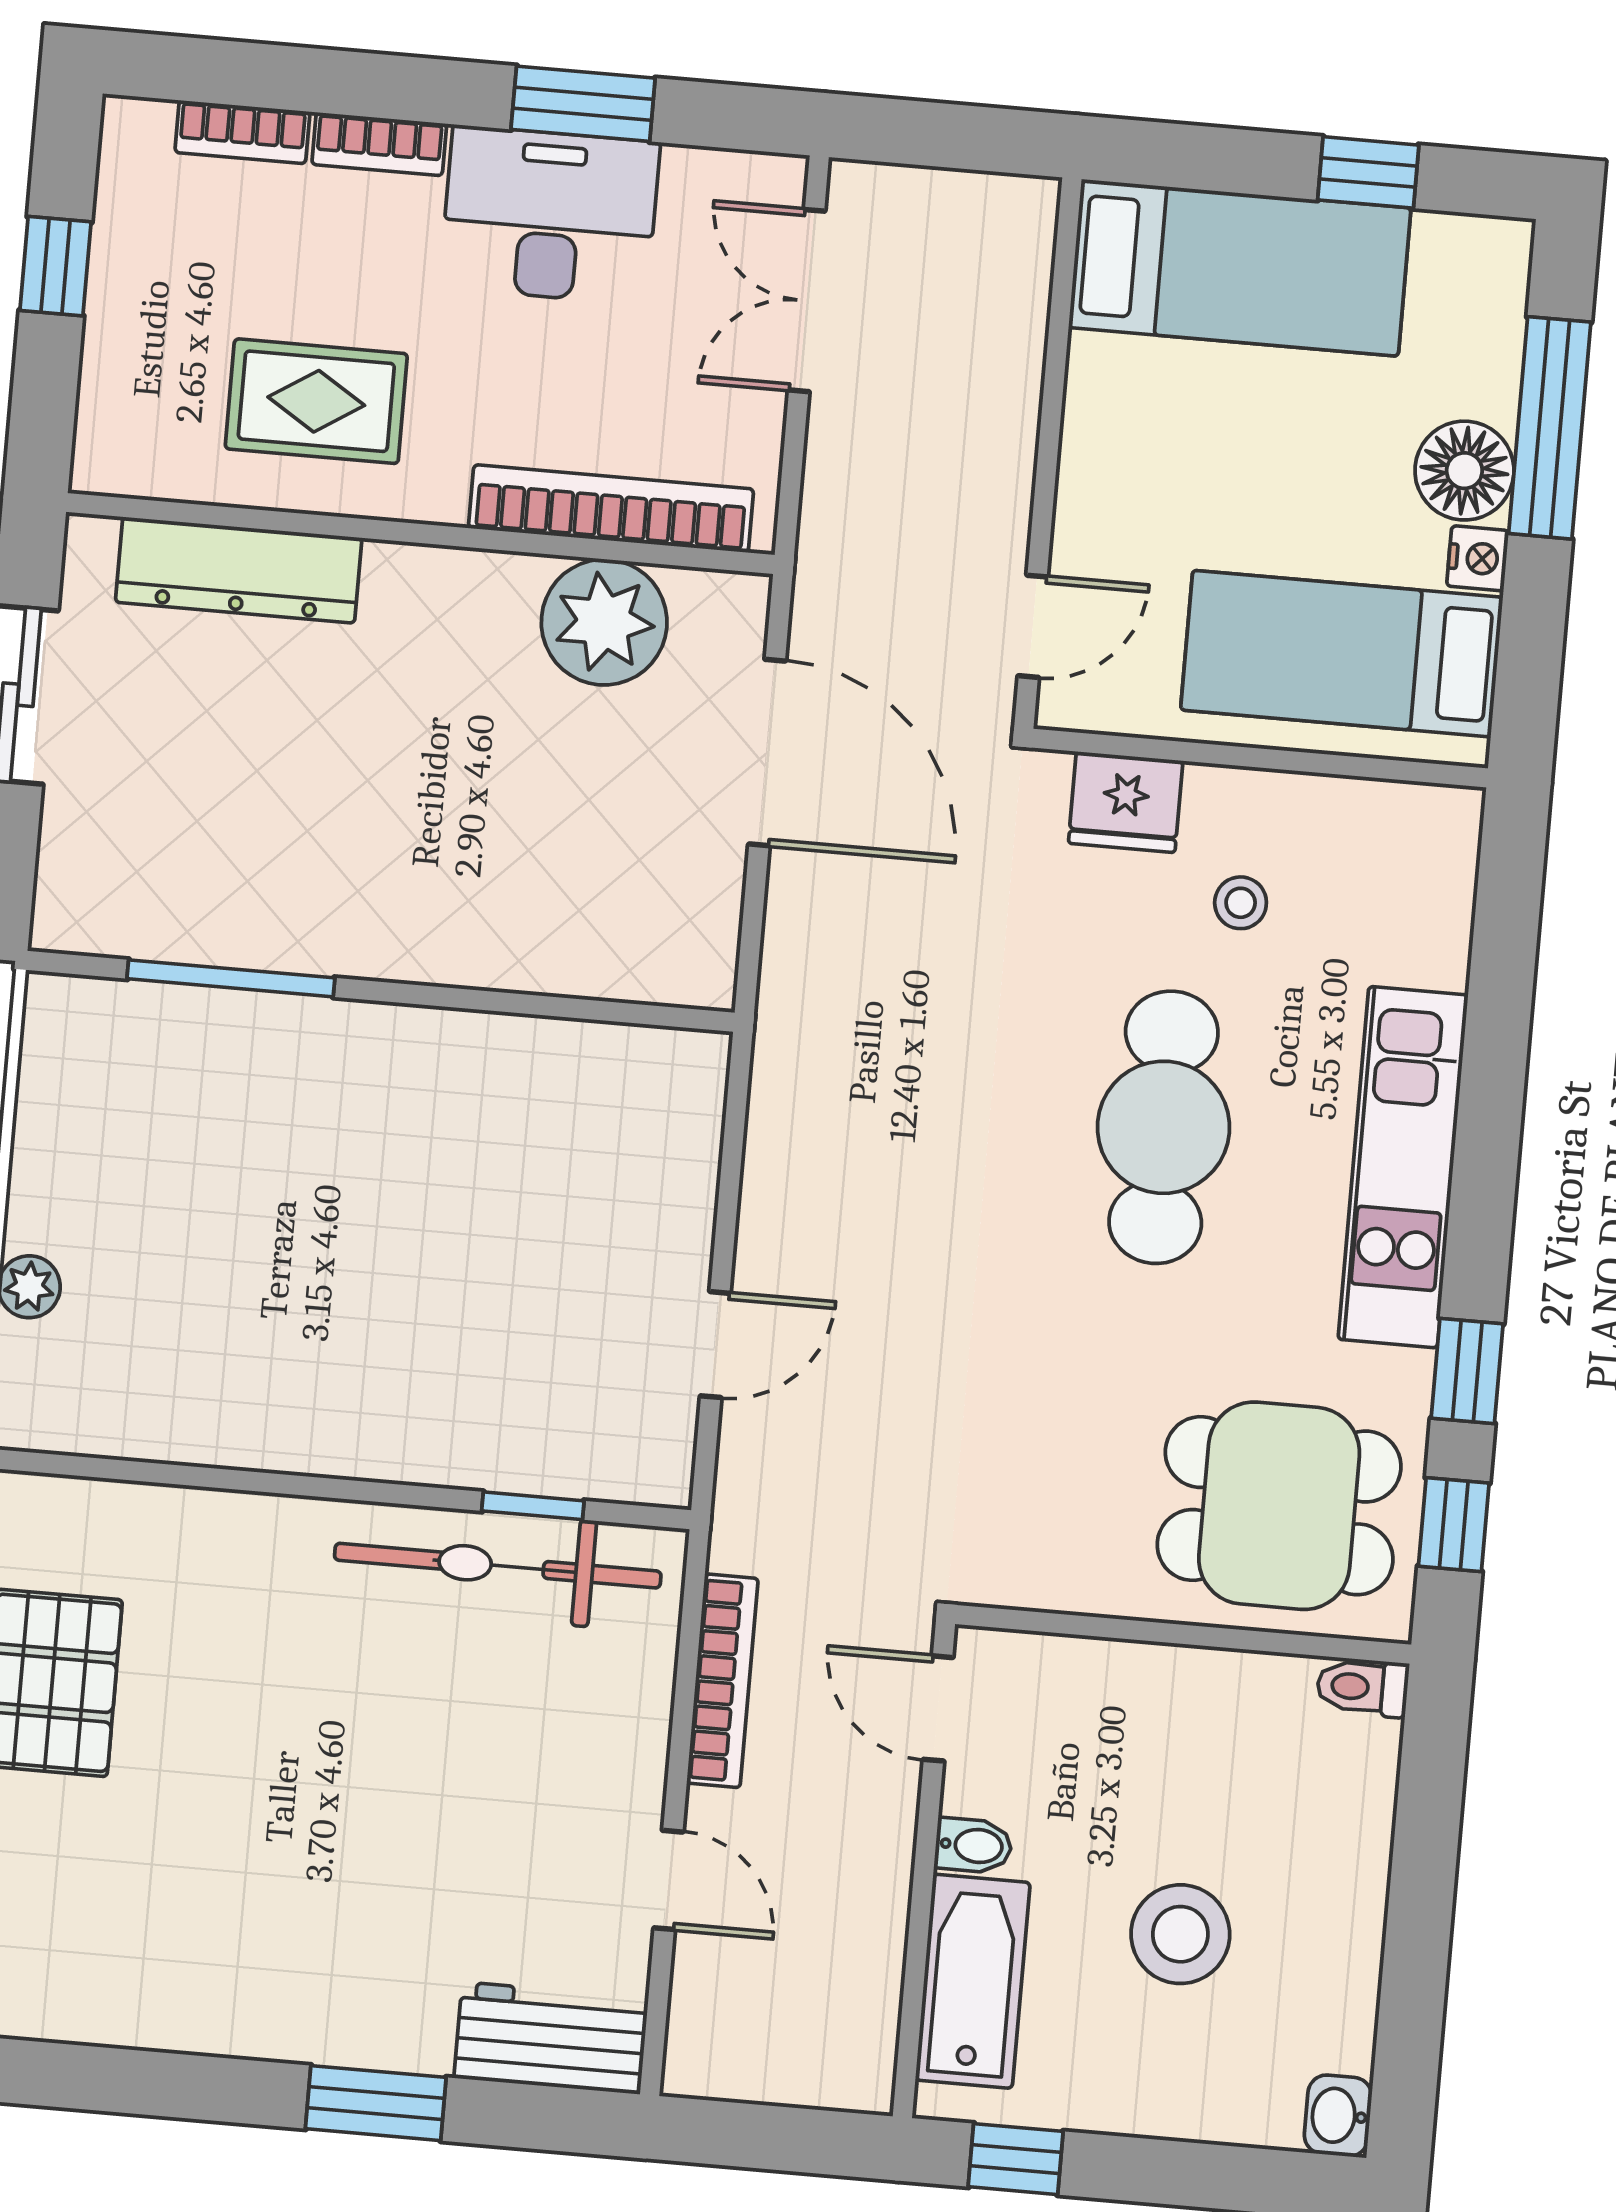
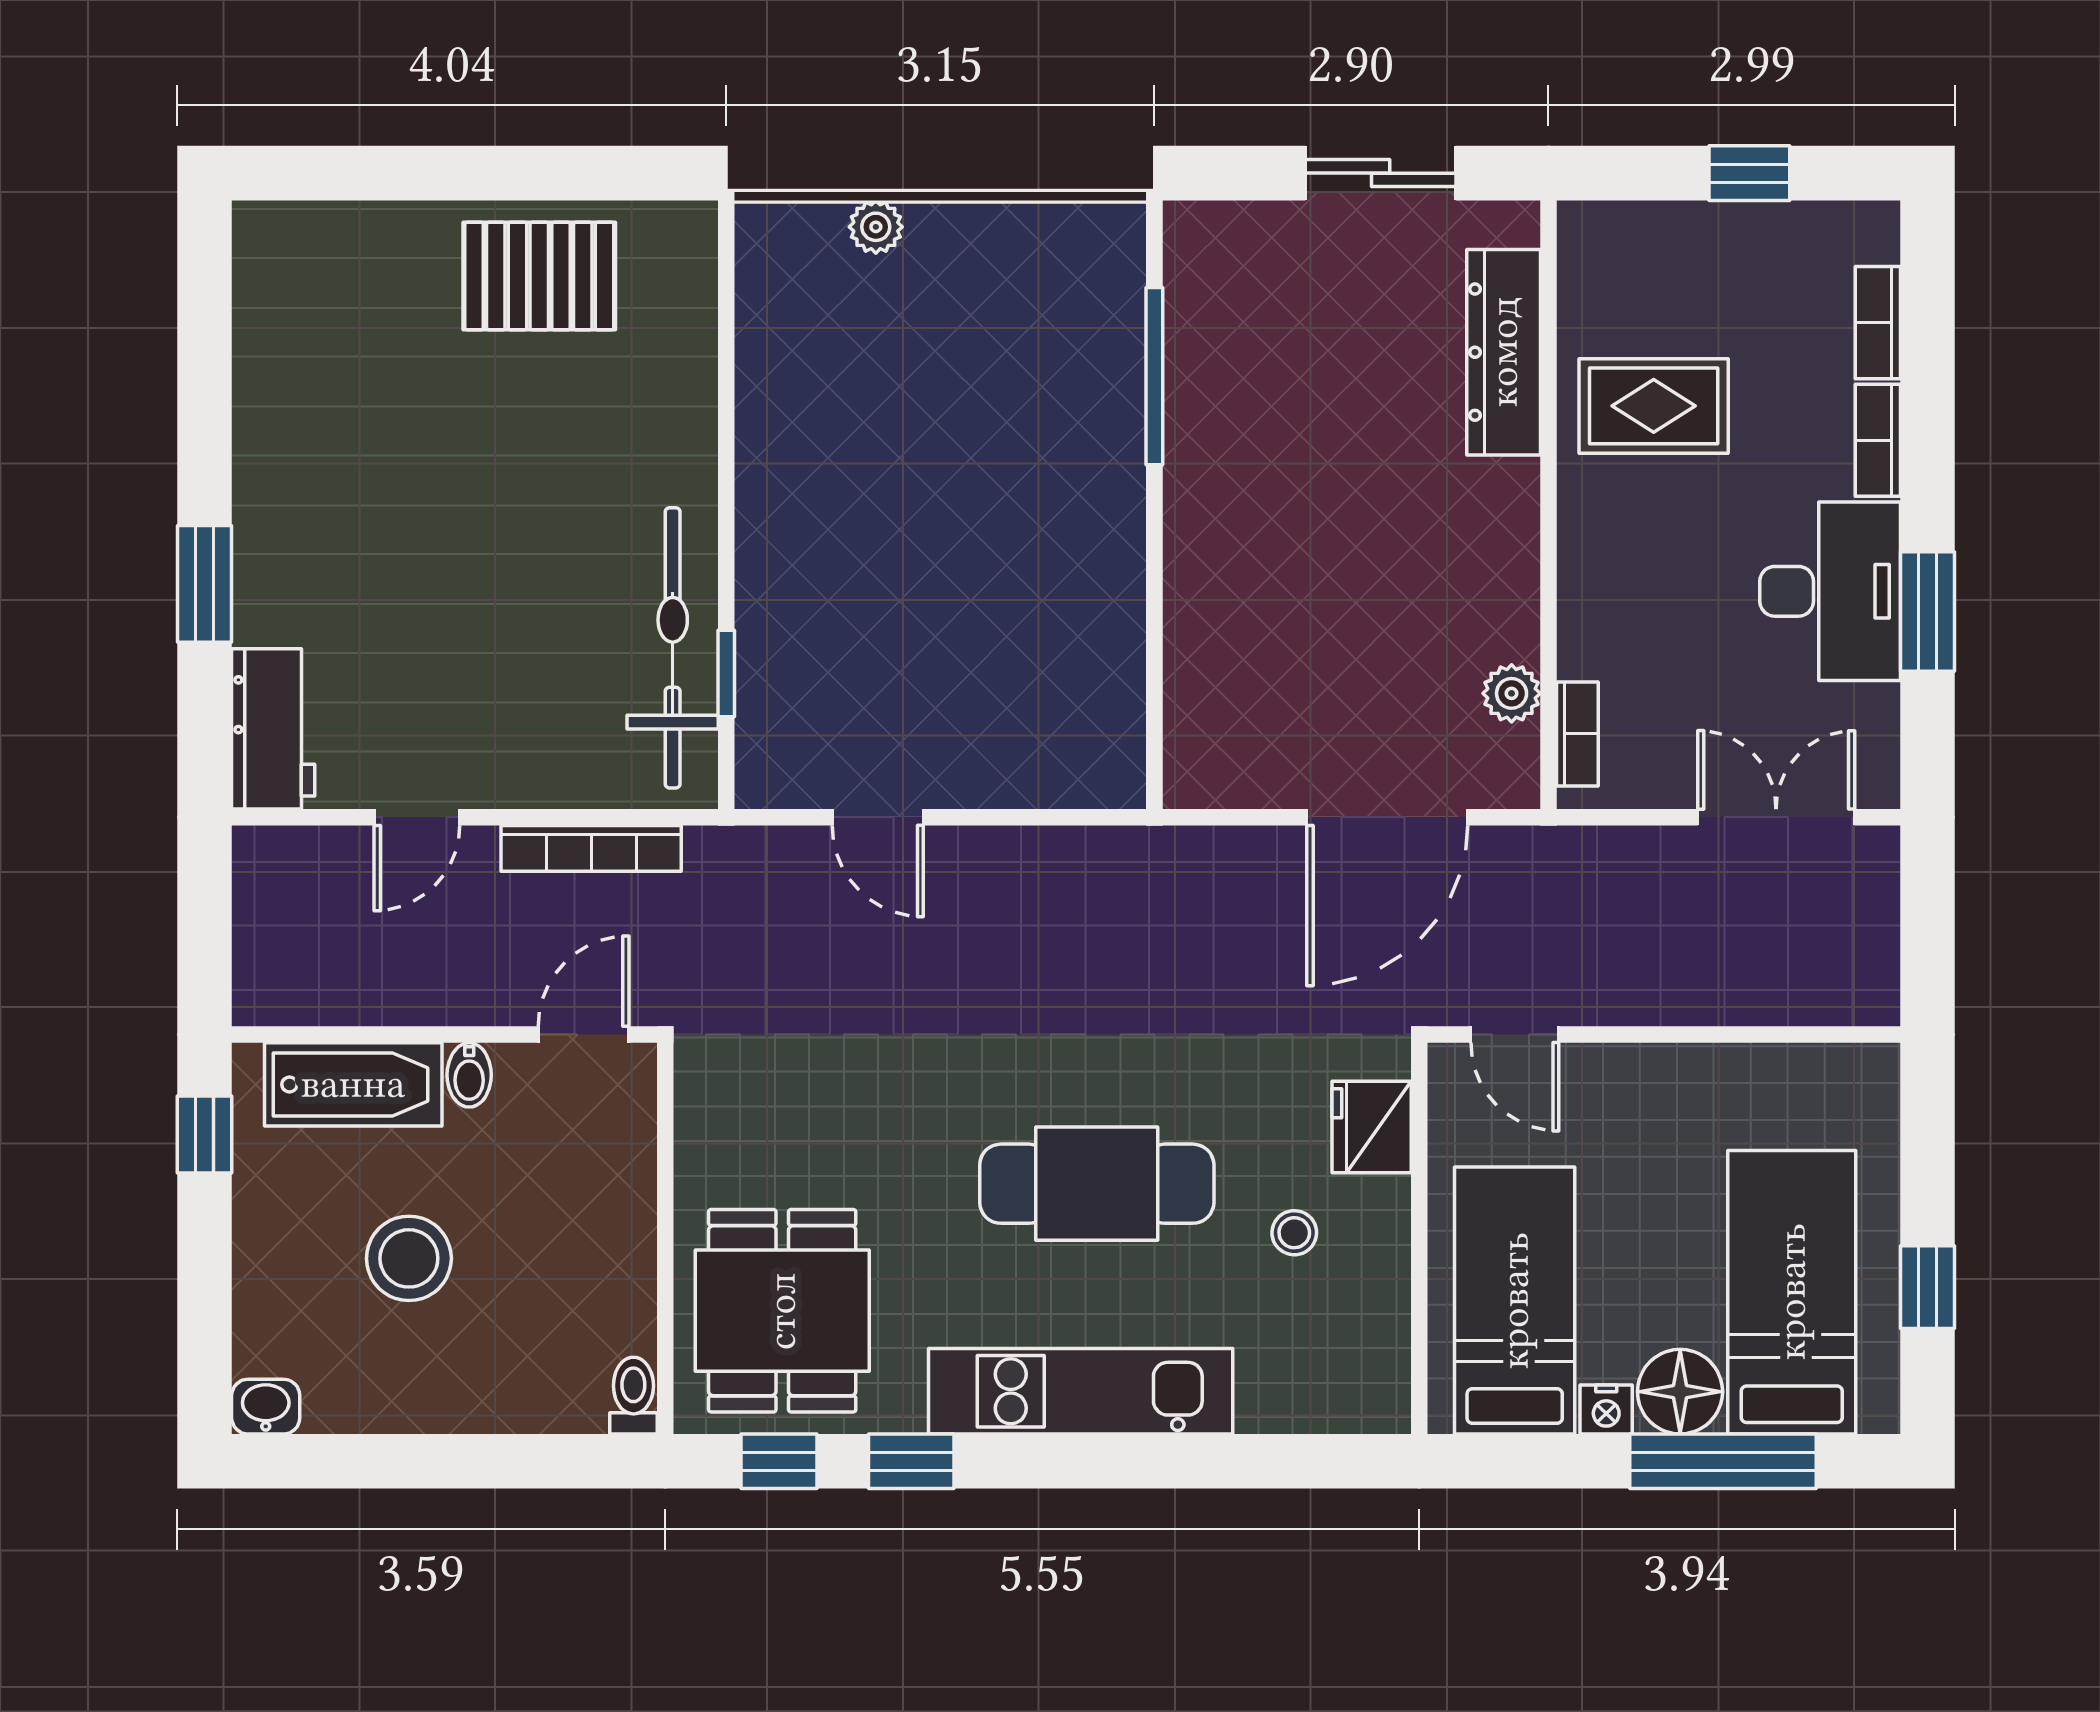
bed: (1240, 268) -> (1792, 1292), moved, turned 180
rug: (316, 401) -> (1654, 406), turned 90
bookcase: (611, 509) -> (1577, 734), width x0.43, depth x0.76
plant: (604, 622) -> (1512, 693), width x0.53, depth x0.53

